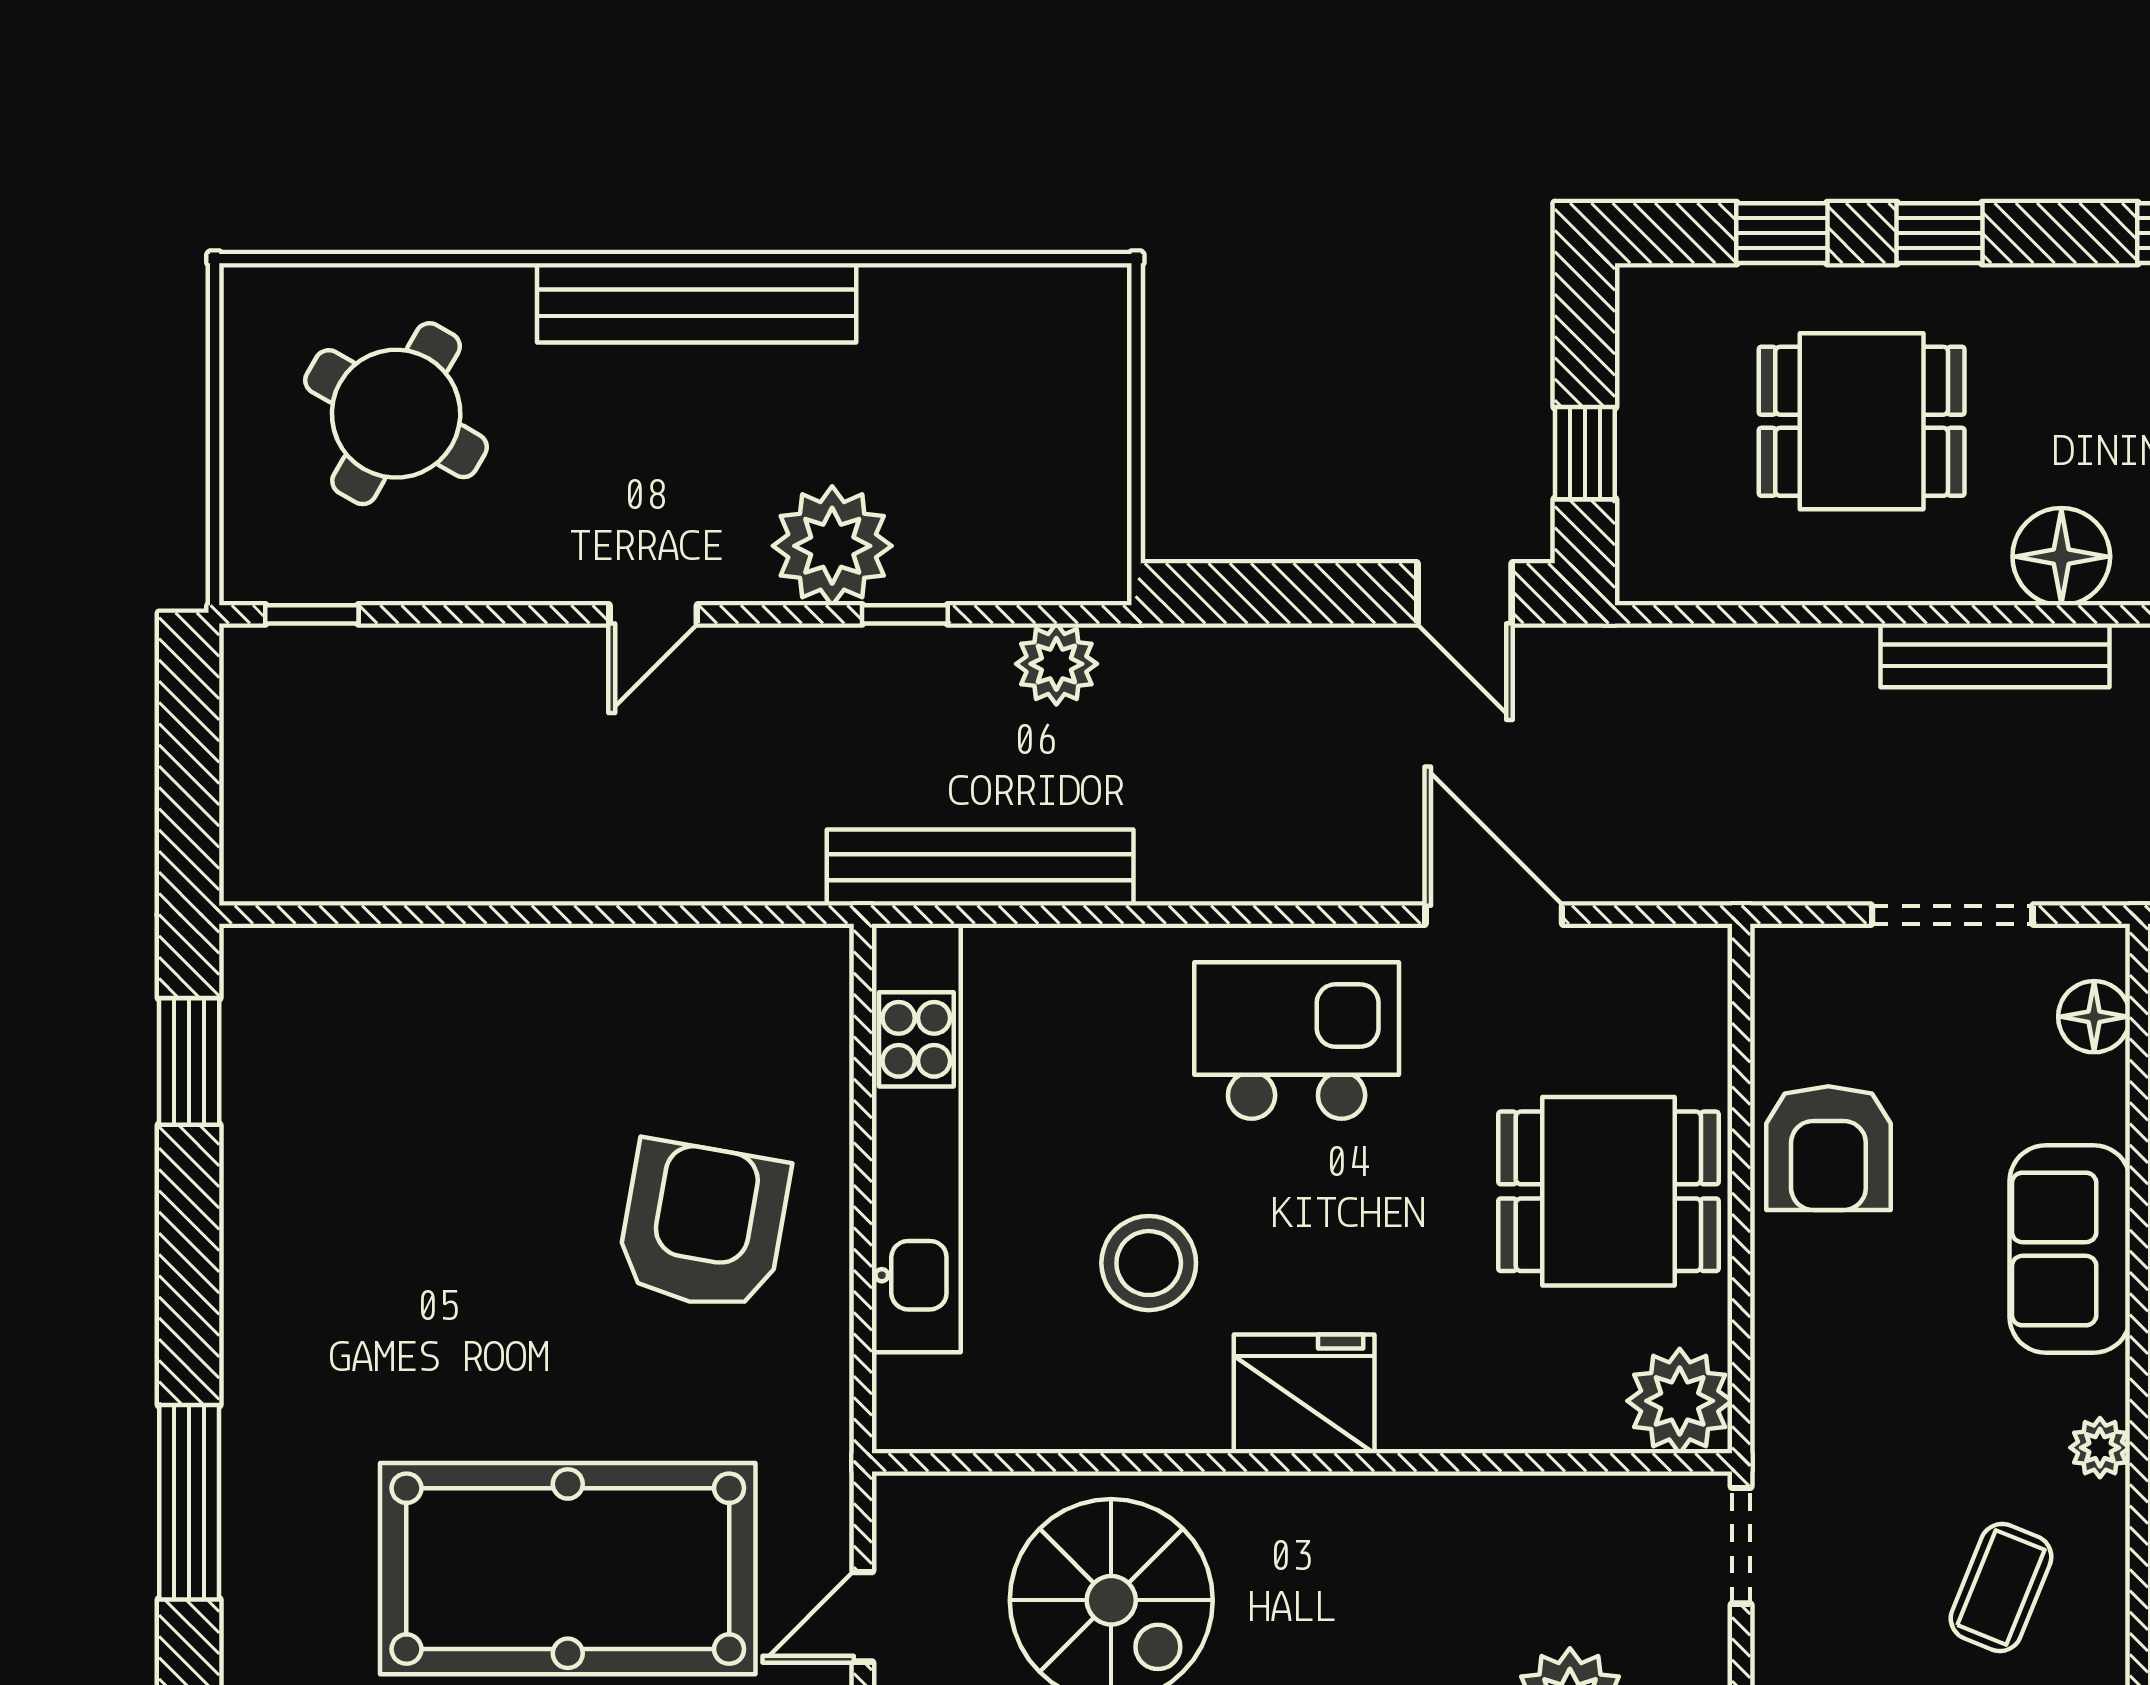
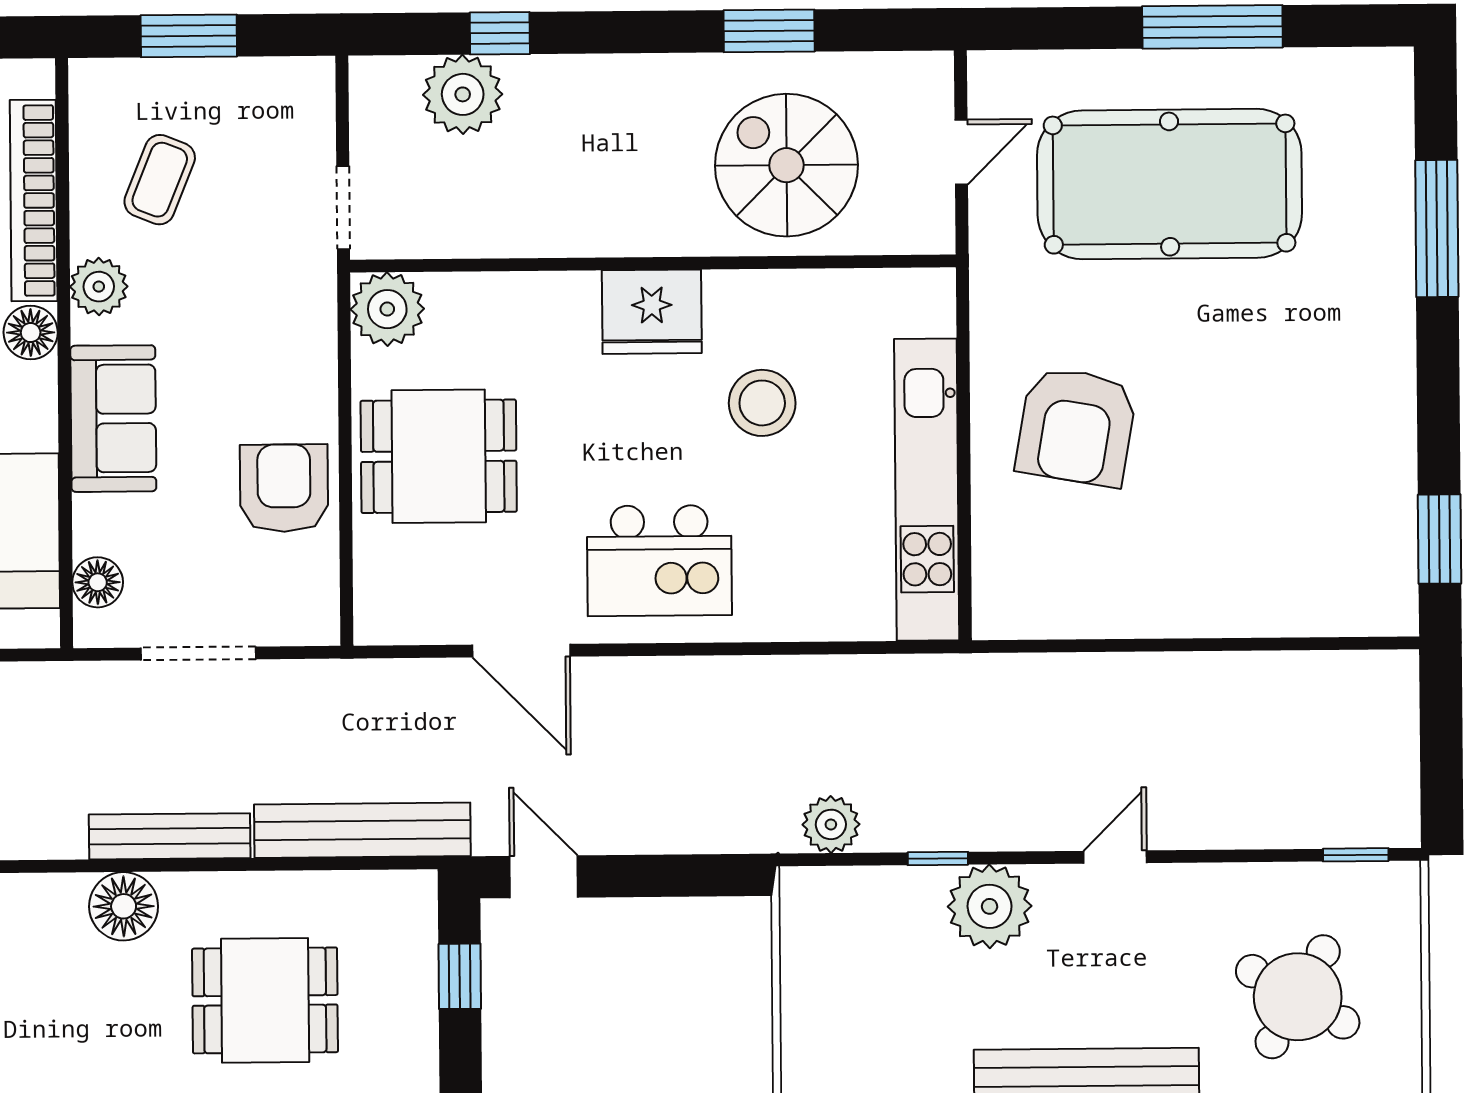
bench: (980, 867) -> (362, 830), moved
plant: (2100, 1448) -> (99, 287), width x1.38, depth x1.38

